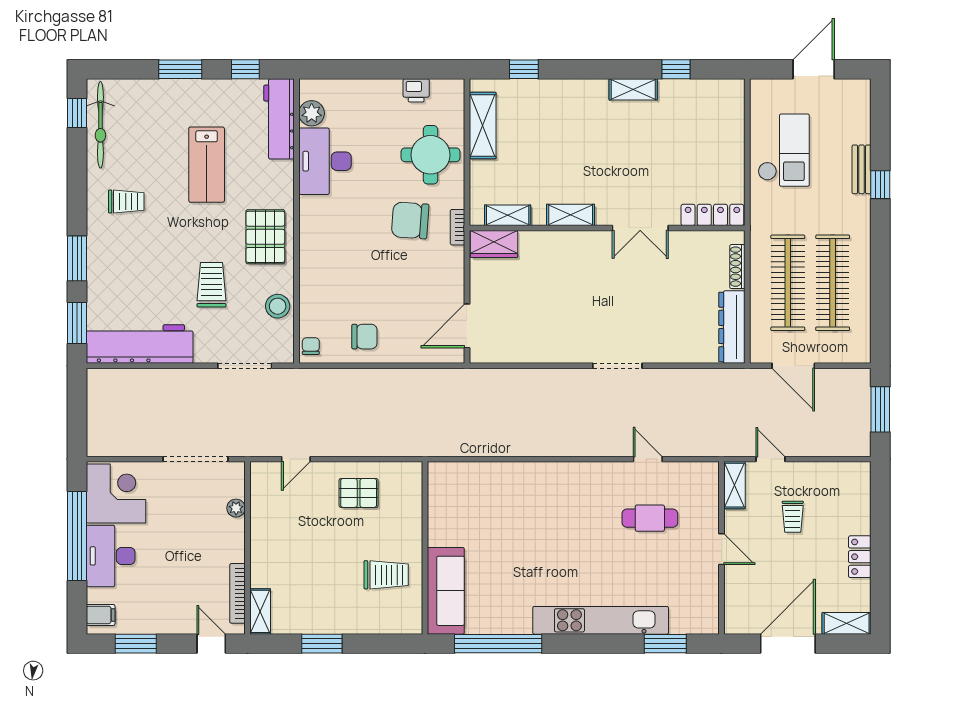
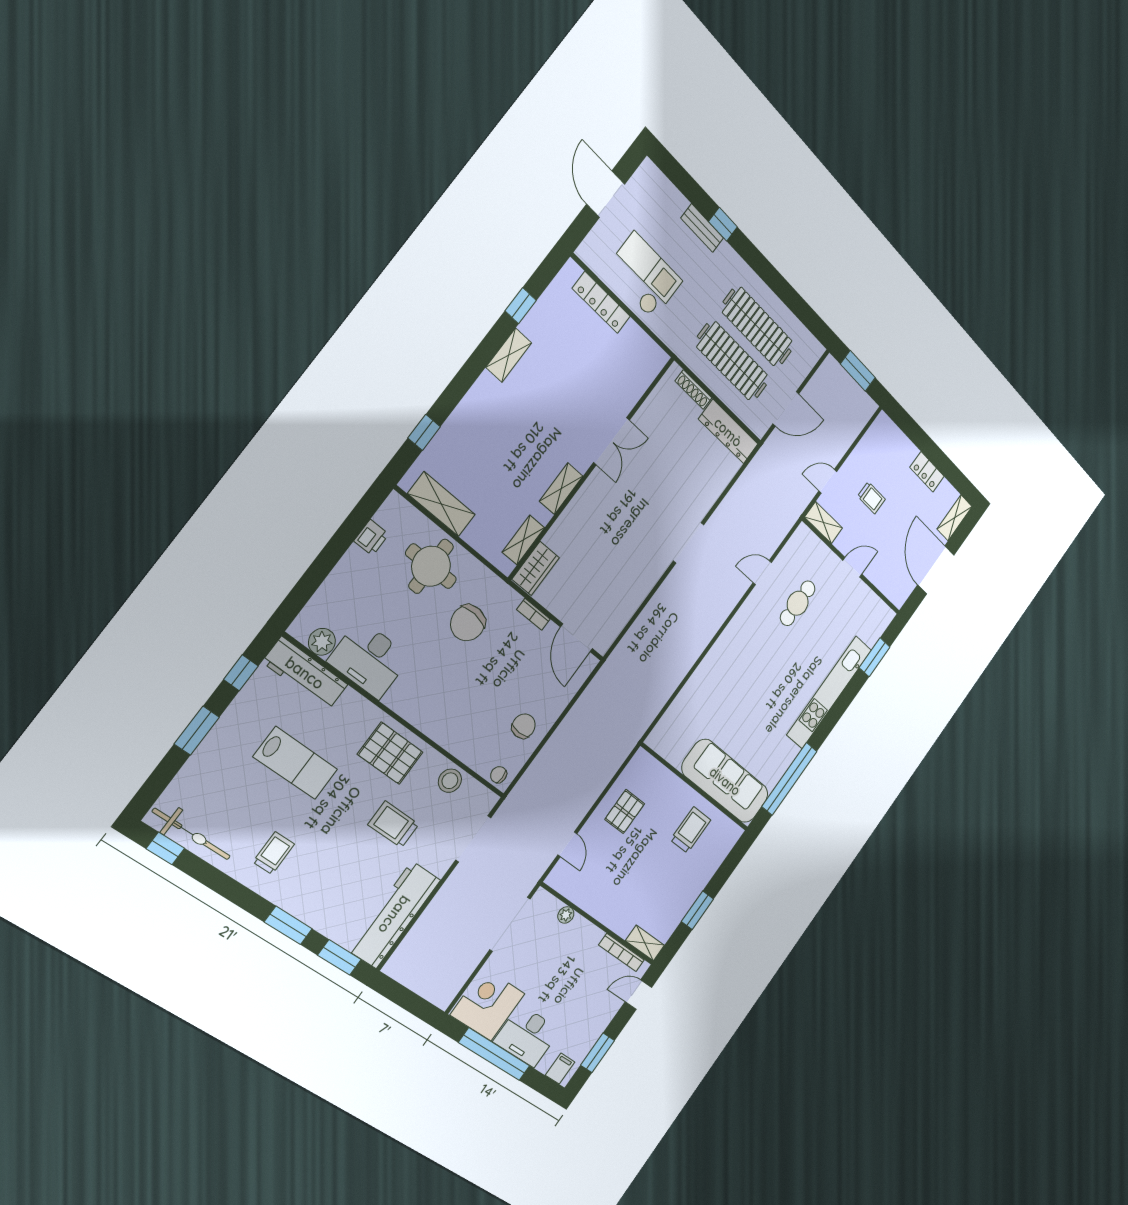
locker: (712, 215) -> (601, 302), moved, turned -90
bookcase: (458, 227) -> (533, 614), moved
sofa: (446, 591) -> (725, 781), width x1.36, depth x1.27

